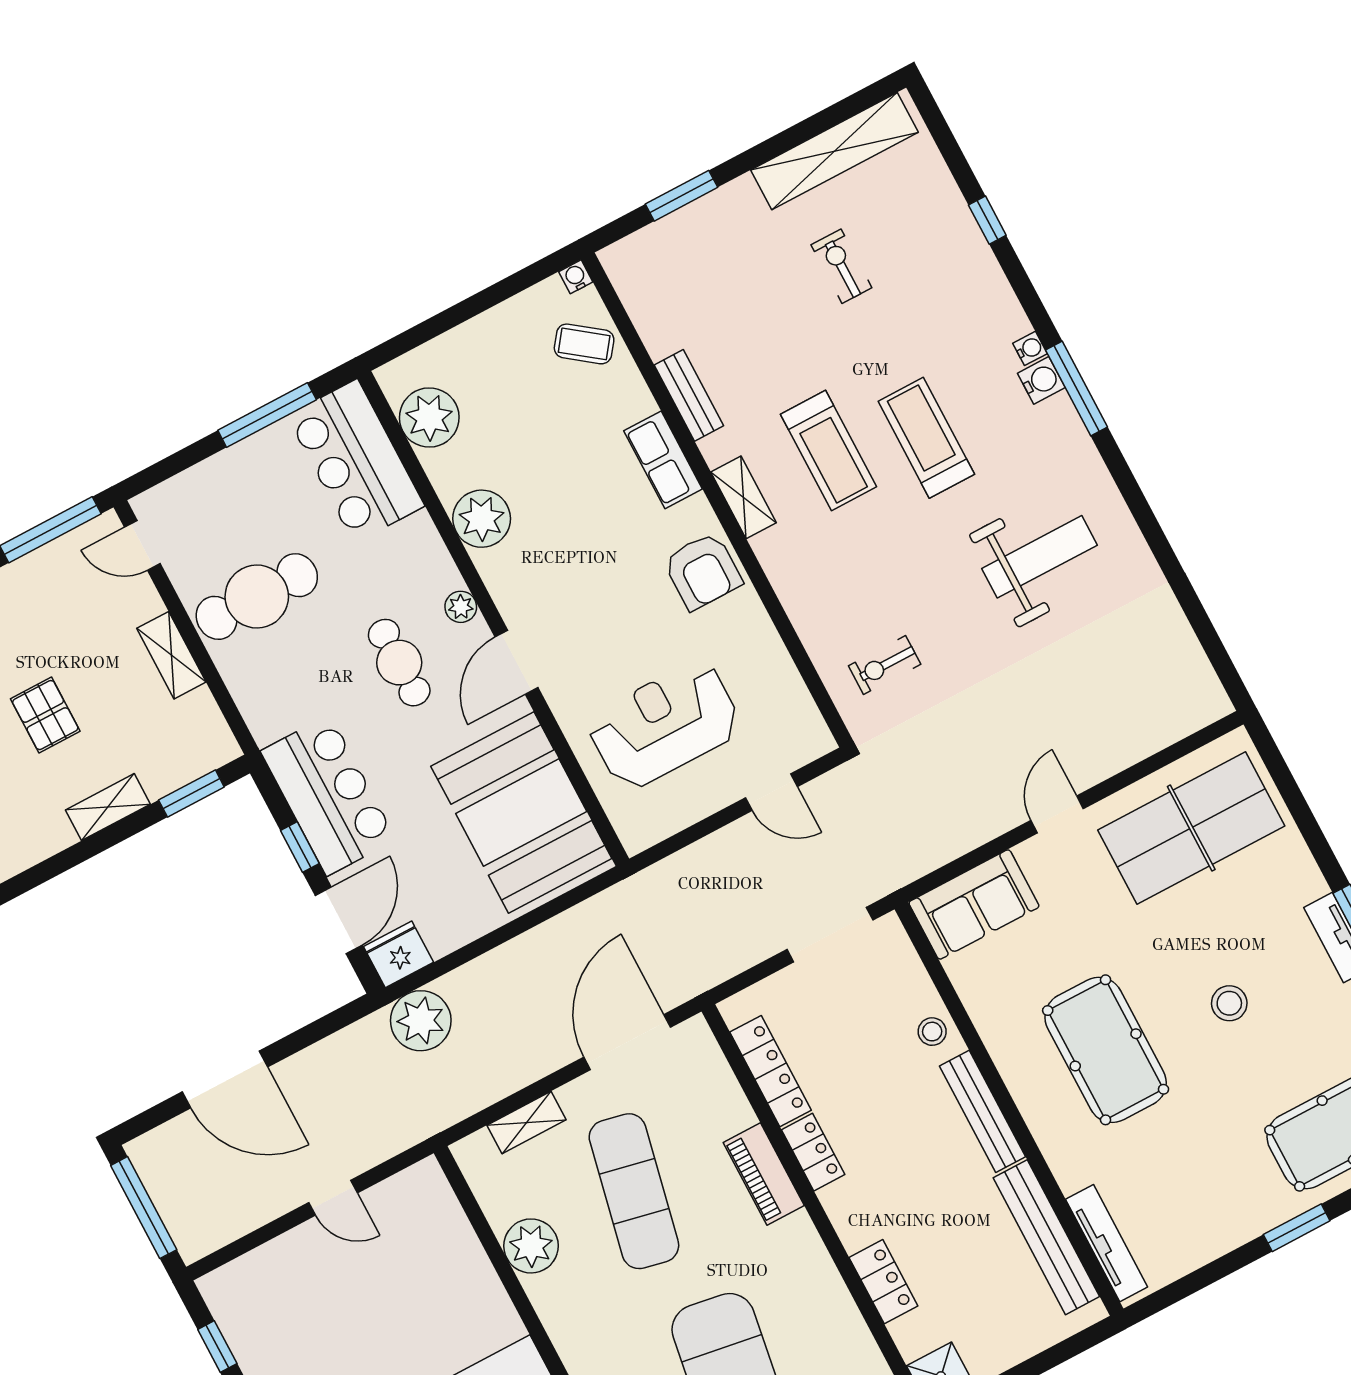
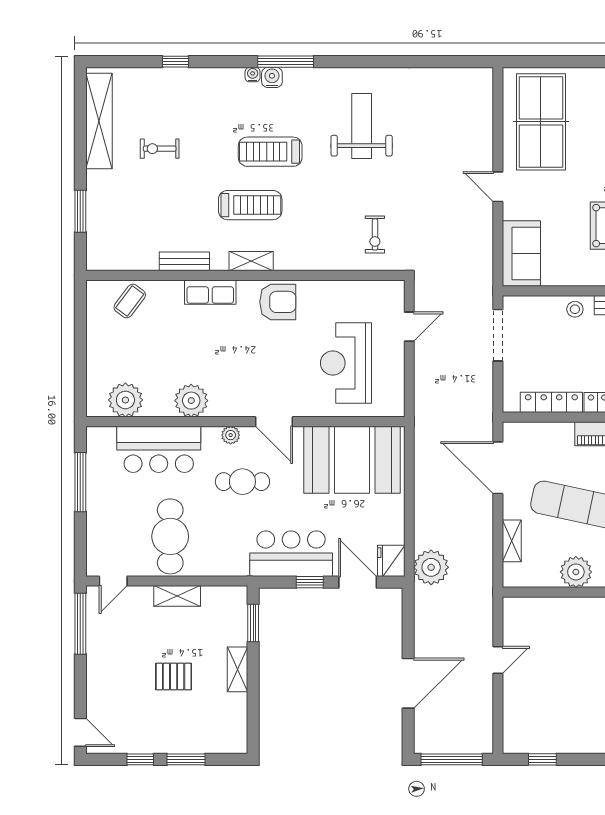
water cooler: (576, 277) -> (93, 287), removed
bar counter: (356, 461) -> (159, 449), moved

